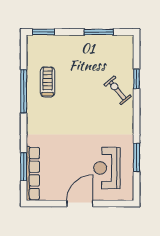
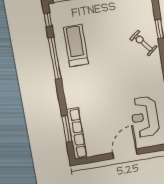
window: (24, 51) -> (48, 20), added
treadmill: (48, 82) -> (76, 46), width x1.37, depth x1.38

